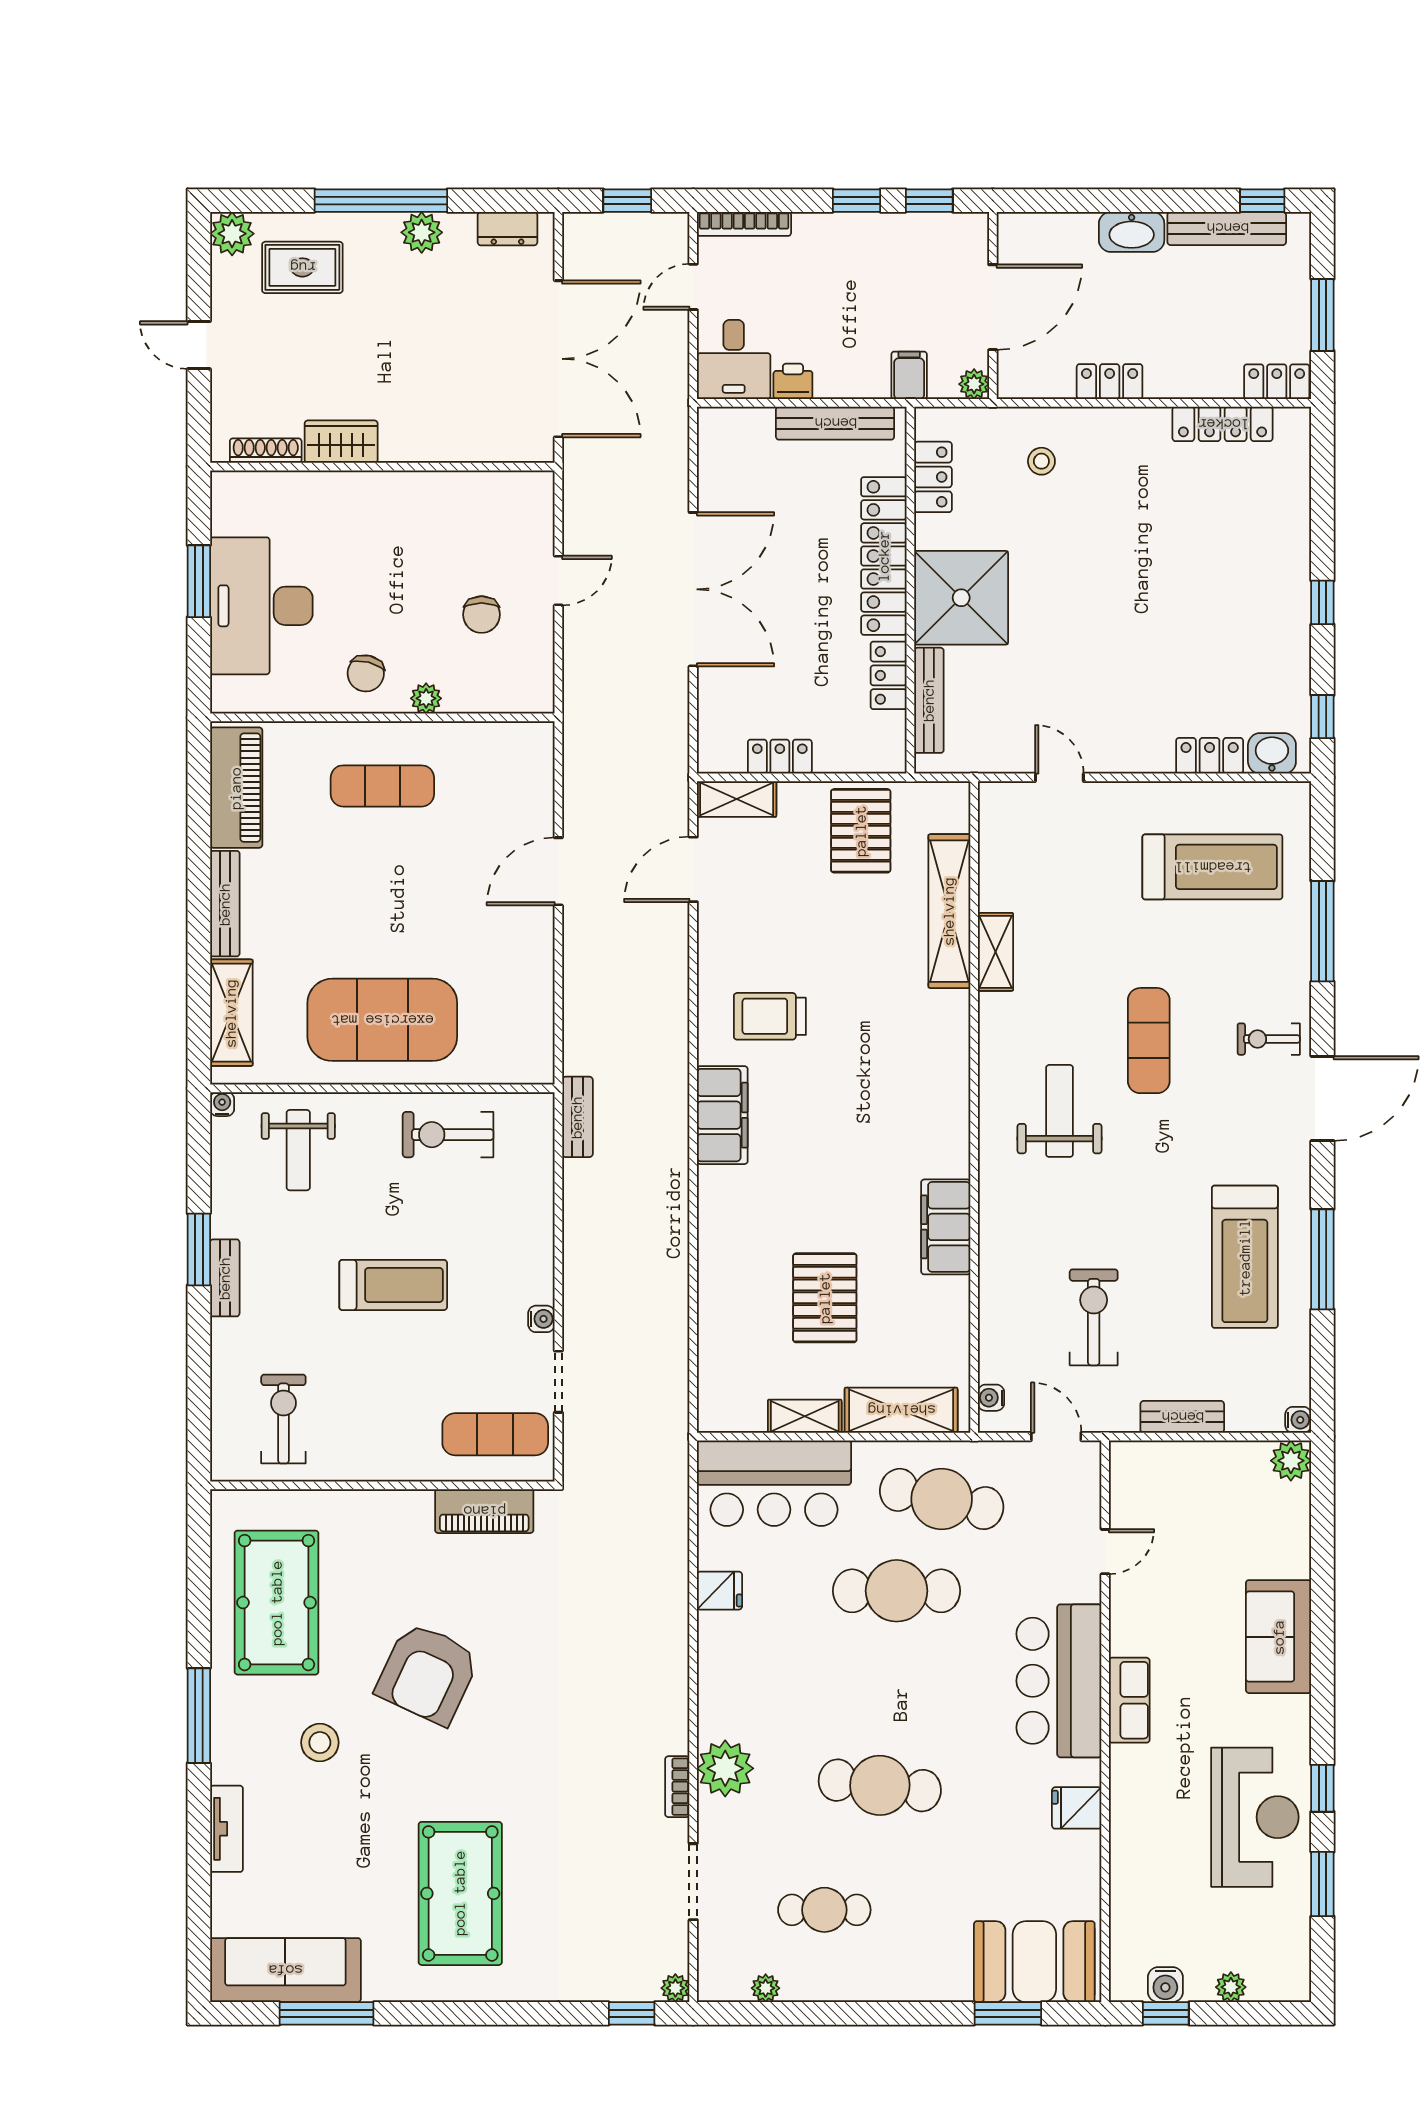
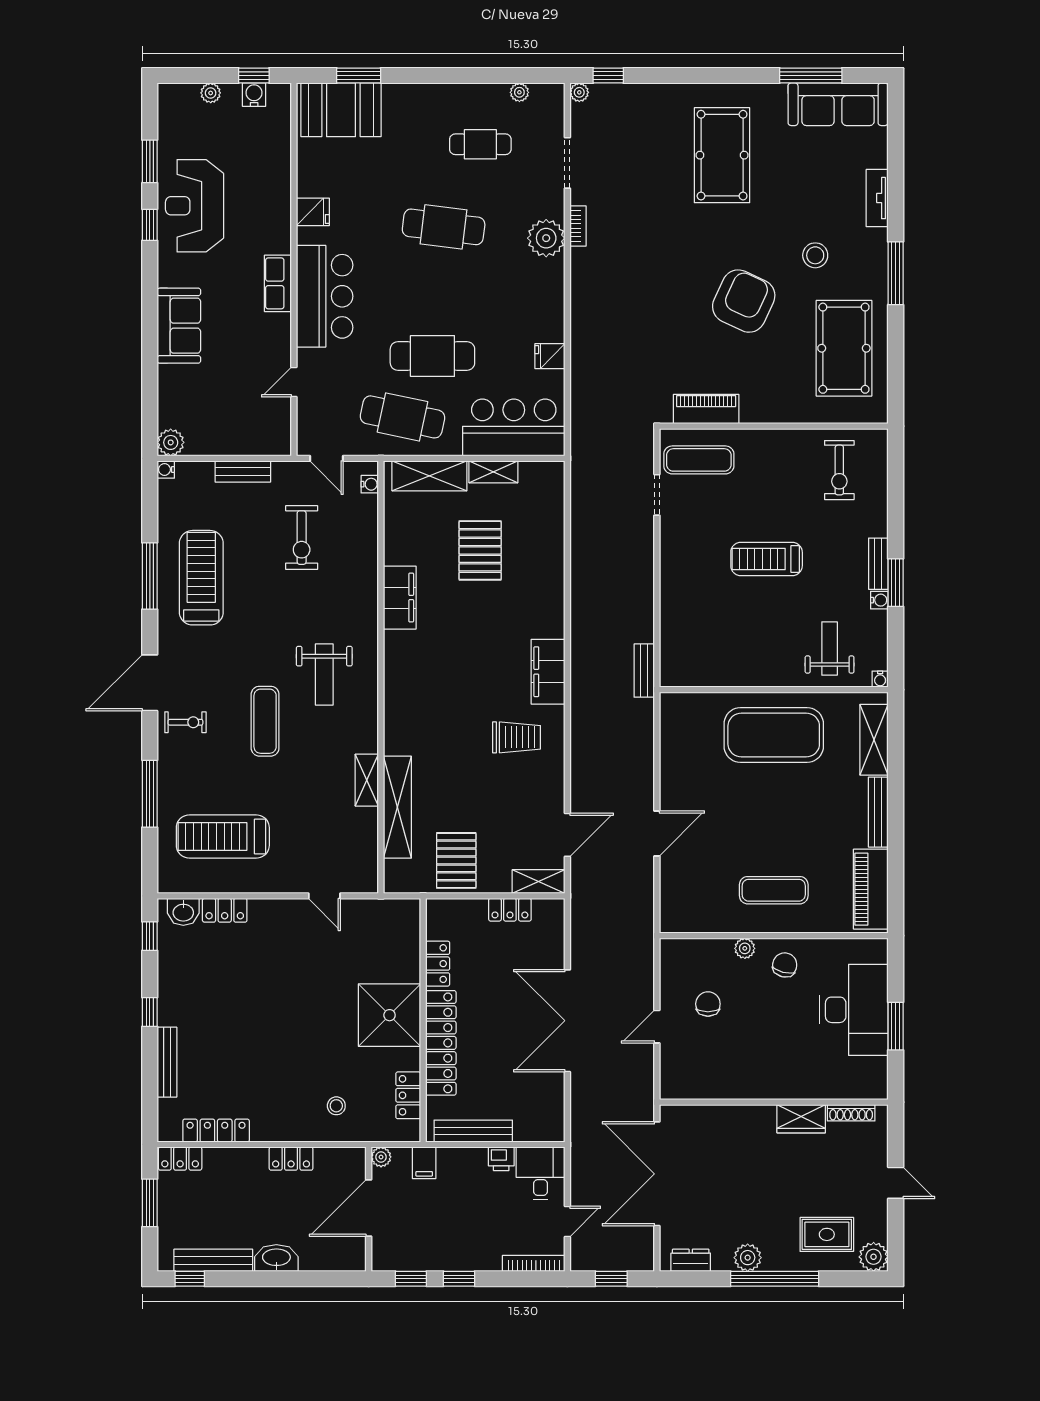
bench: (929, 700) -> (167, 1062), moved
exercise bike: (448, 1135) -> (730, 659), removed
water cooler: (541, 1319) -> (879, 600), moved, turned 180

